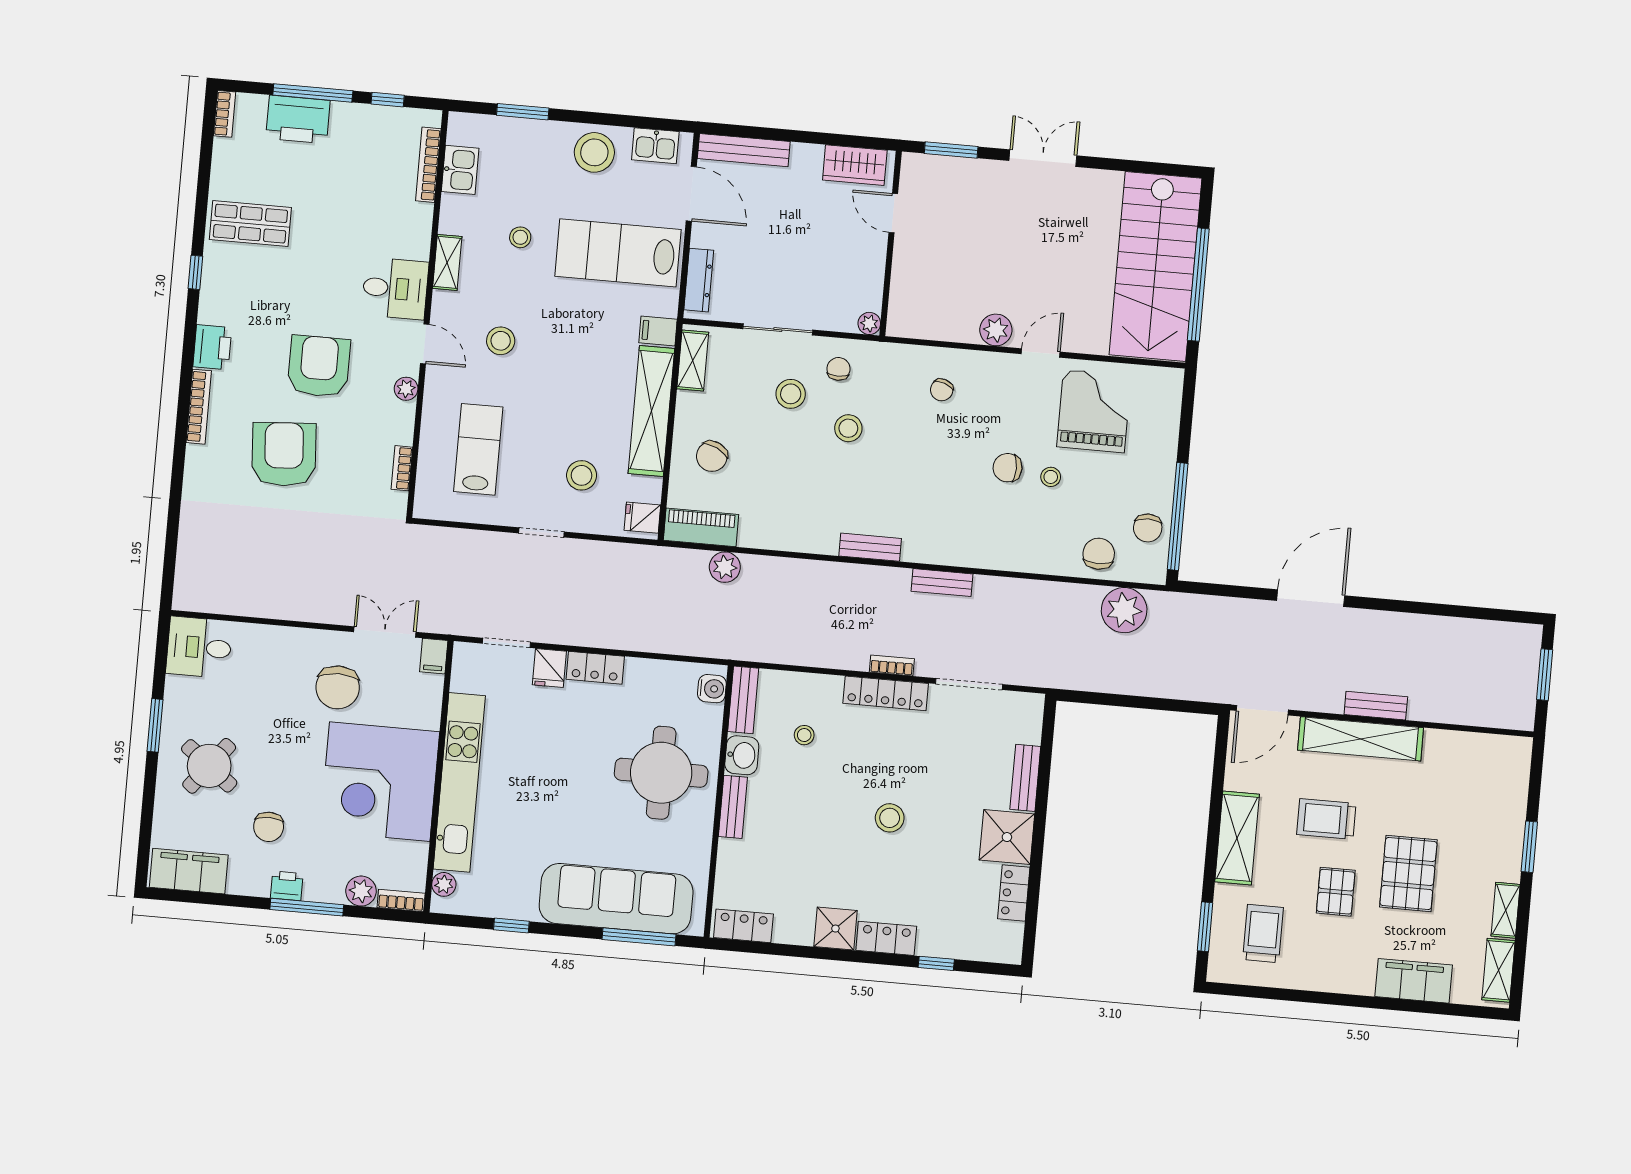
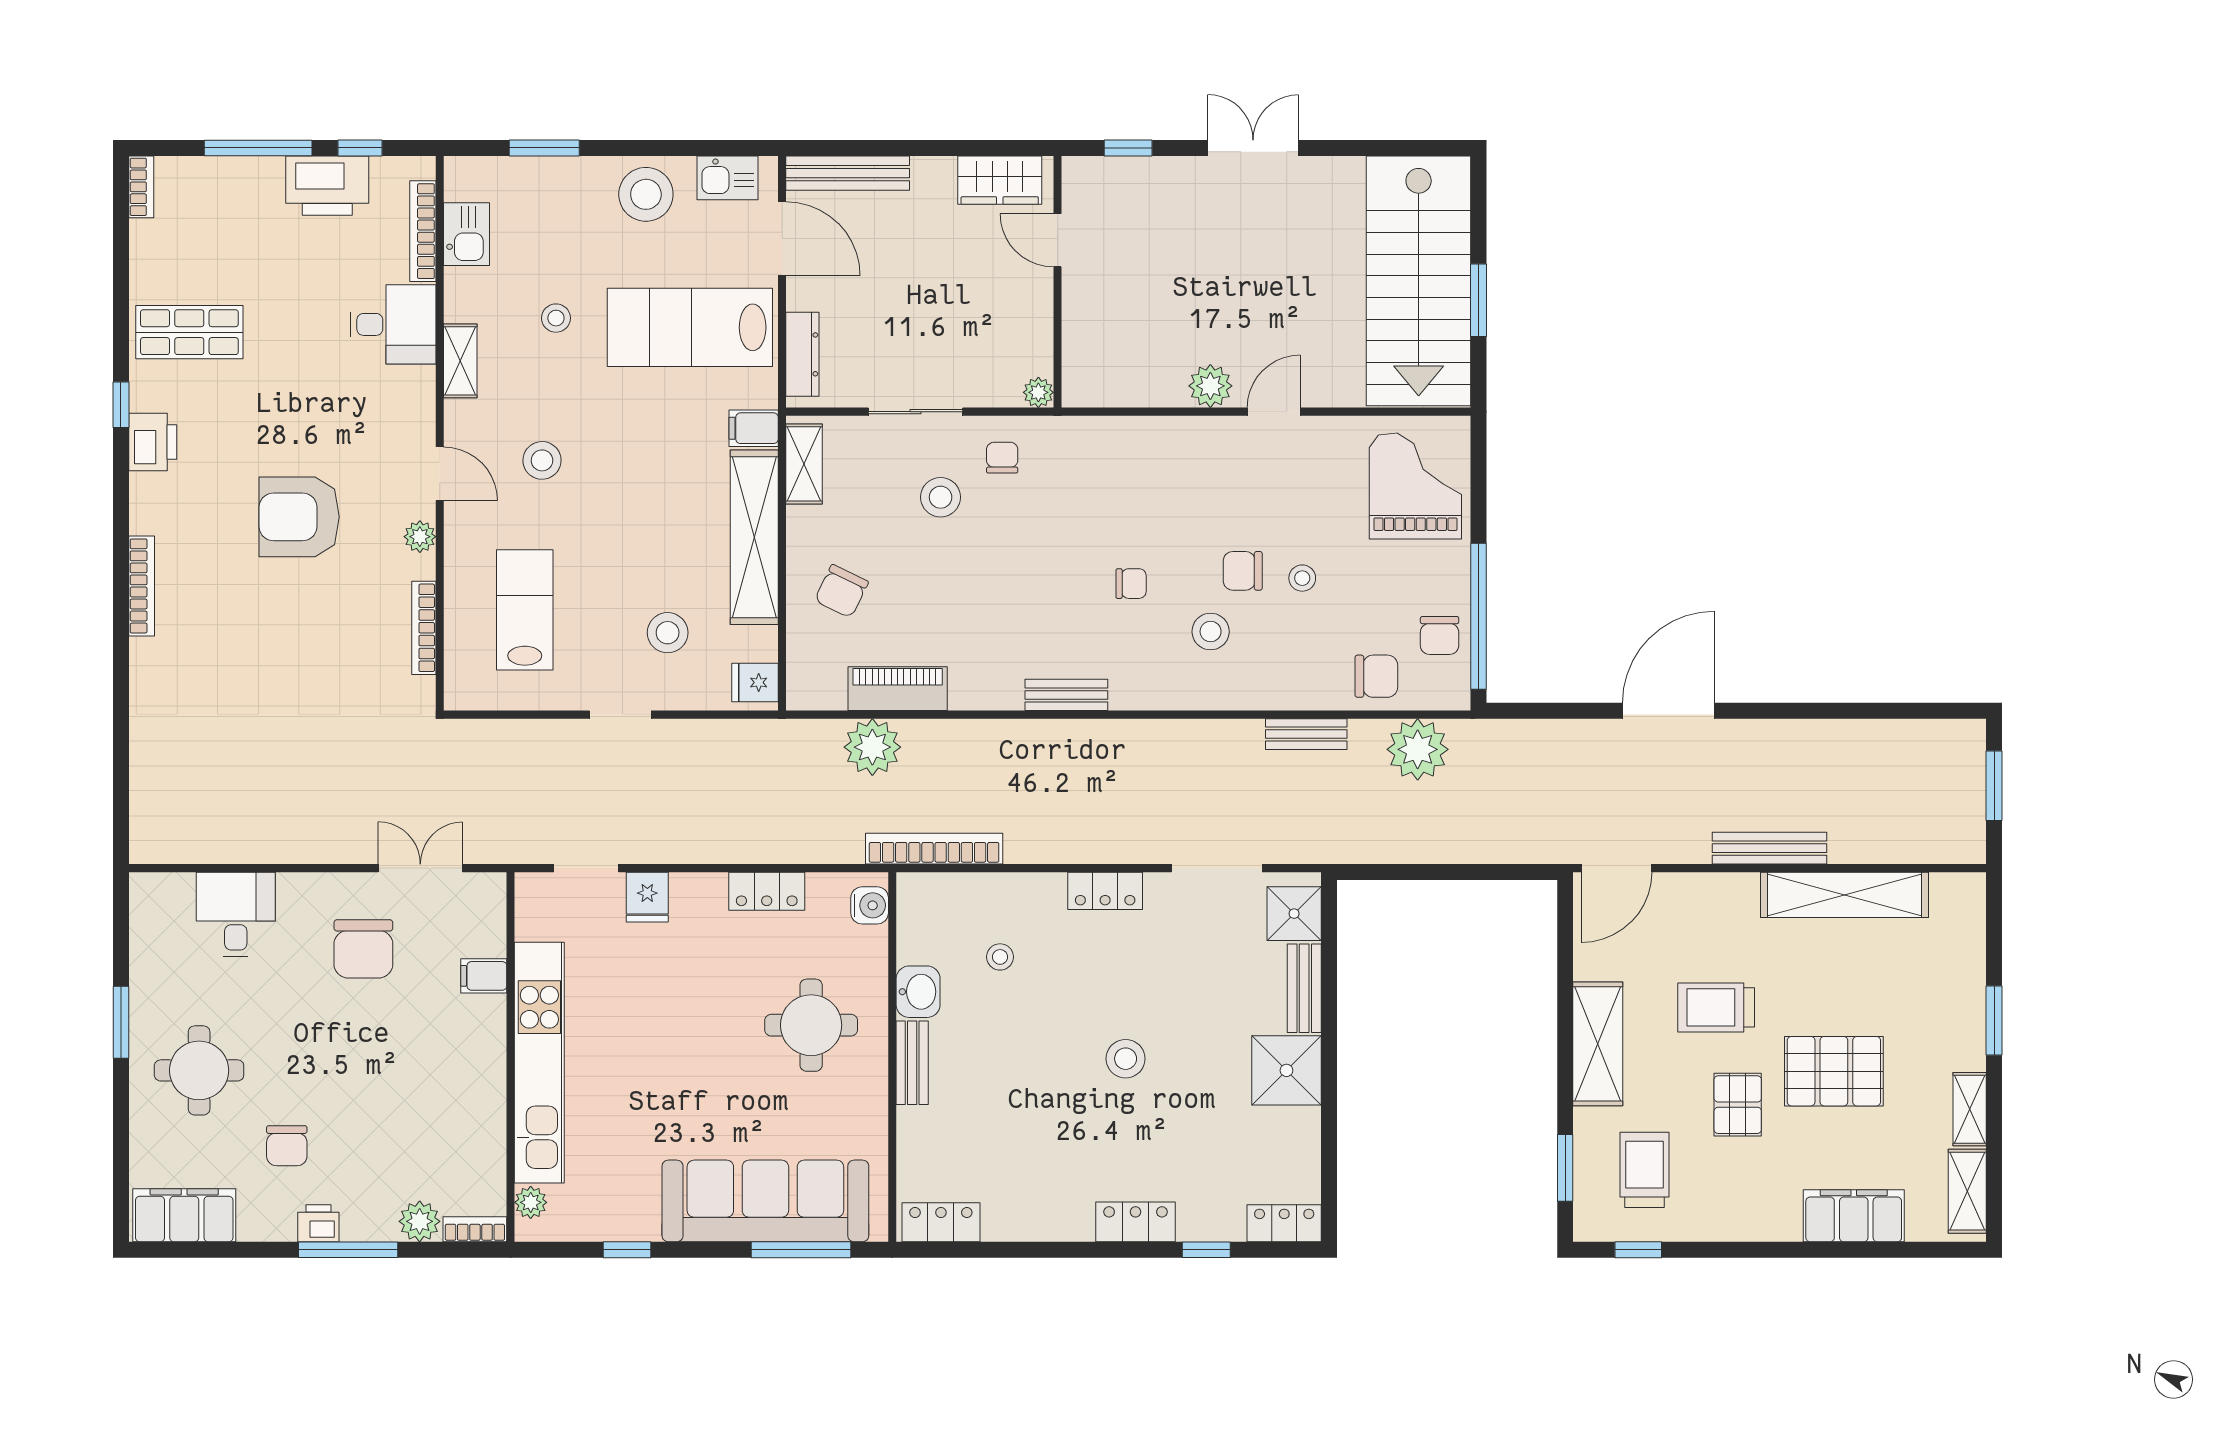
printer: (298, 119) -> (327, 186), moved
window: (951, 150) -> (1128, 148), width x0.67
window: (1198, 285) -> (1479, 300), width x0.47
desk: (395, 288) -> (393, 324), moved
printer: (212, 347) -> (153, 442), moved
armchair: (319, 366) -> (299, 517), turned -90
chair: (942, 390) -> (1131, 584), moved, turned -109
grand piano: (1094, 411) -> (1415, 486), moved
stool: (848, 428) -> (1211, 632), moved
armchair: (284, 454) -> (263, 640), removed
bookcase: (402, 468) -> (424, 628), width x1.56
piano: (701, 527) -> (898, 689), moved
chair: (1099, 554) -> (1376, 676), turned 90
plant: (725, 567) -> (872, 747), width x1.36, depth x1.36
bench: (942, 583) -> (1306, 734), moved
desk: (199, 647) -> (236, 914), moved, turned 90
filing cabinet: (434, 656) -> (484, 976), moved, turned 90
bookcase: (892, 665) -> (934, 849), moved, width x2.31, depth x1.31
locker: (595, 668) -> (767, 891), moved
locker: (886, 693) -> (1105, 891), width x0.66
bench: (743, 700) -> (913, 917), removed
bench: (1376, 706) -> (1769, 848), width x1.36
shelving: (1361, 739) -> (1845, 895), moved
round table: (209, 766) -> (199, 1070), turned -38
round table: (661, 773) -> (811, 1025), width x0.73, depth x0.73
corner desk: (380, 782) -> (432, 1071), removed
pallet: (1408, 873) -> (1834, 1071), turned 90
locker: (1014, 893) -> (1284, 1223), moved, turned 90
shower: (835, 929) -> (1294, 914), moved
window: (1253, 992) -> (1638, 1250), added

